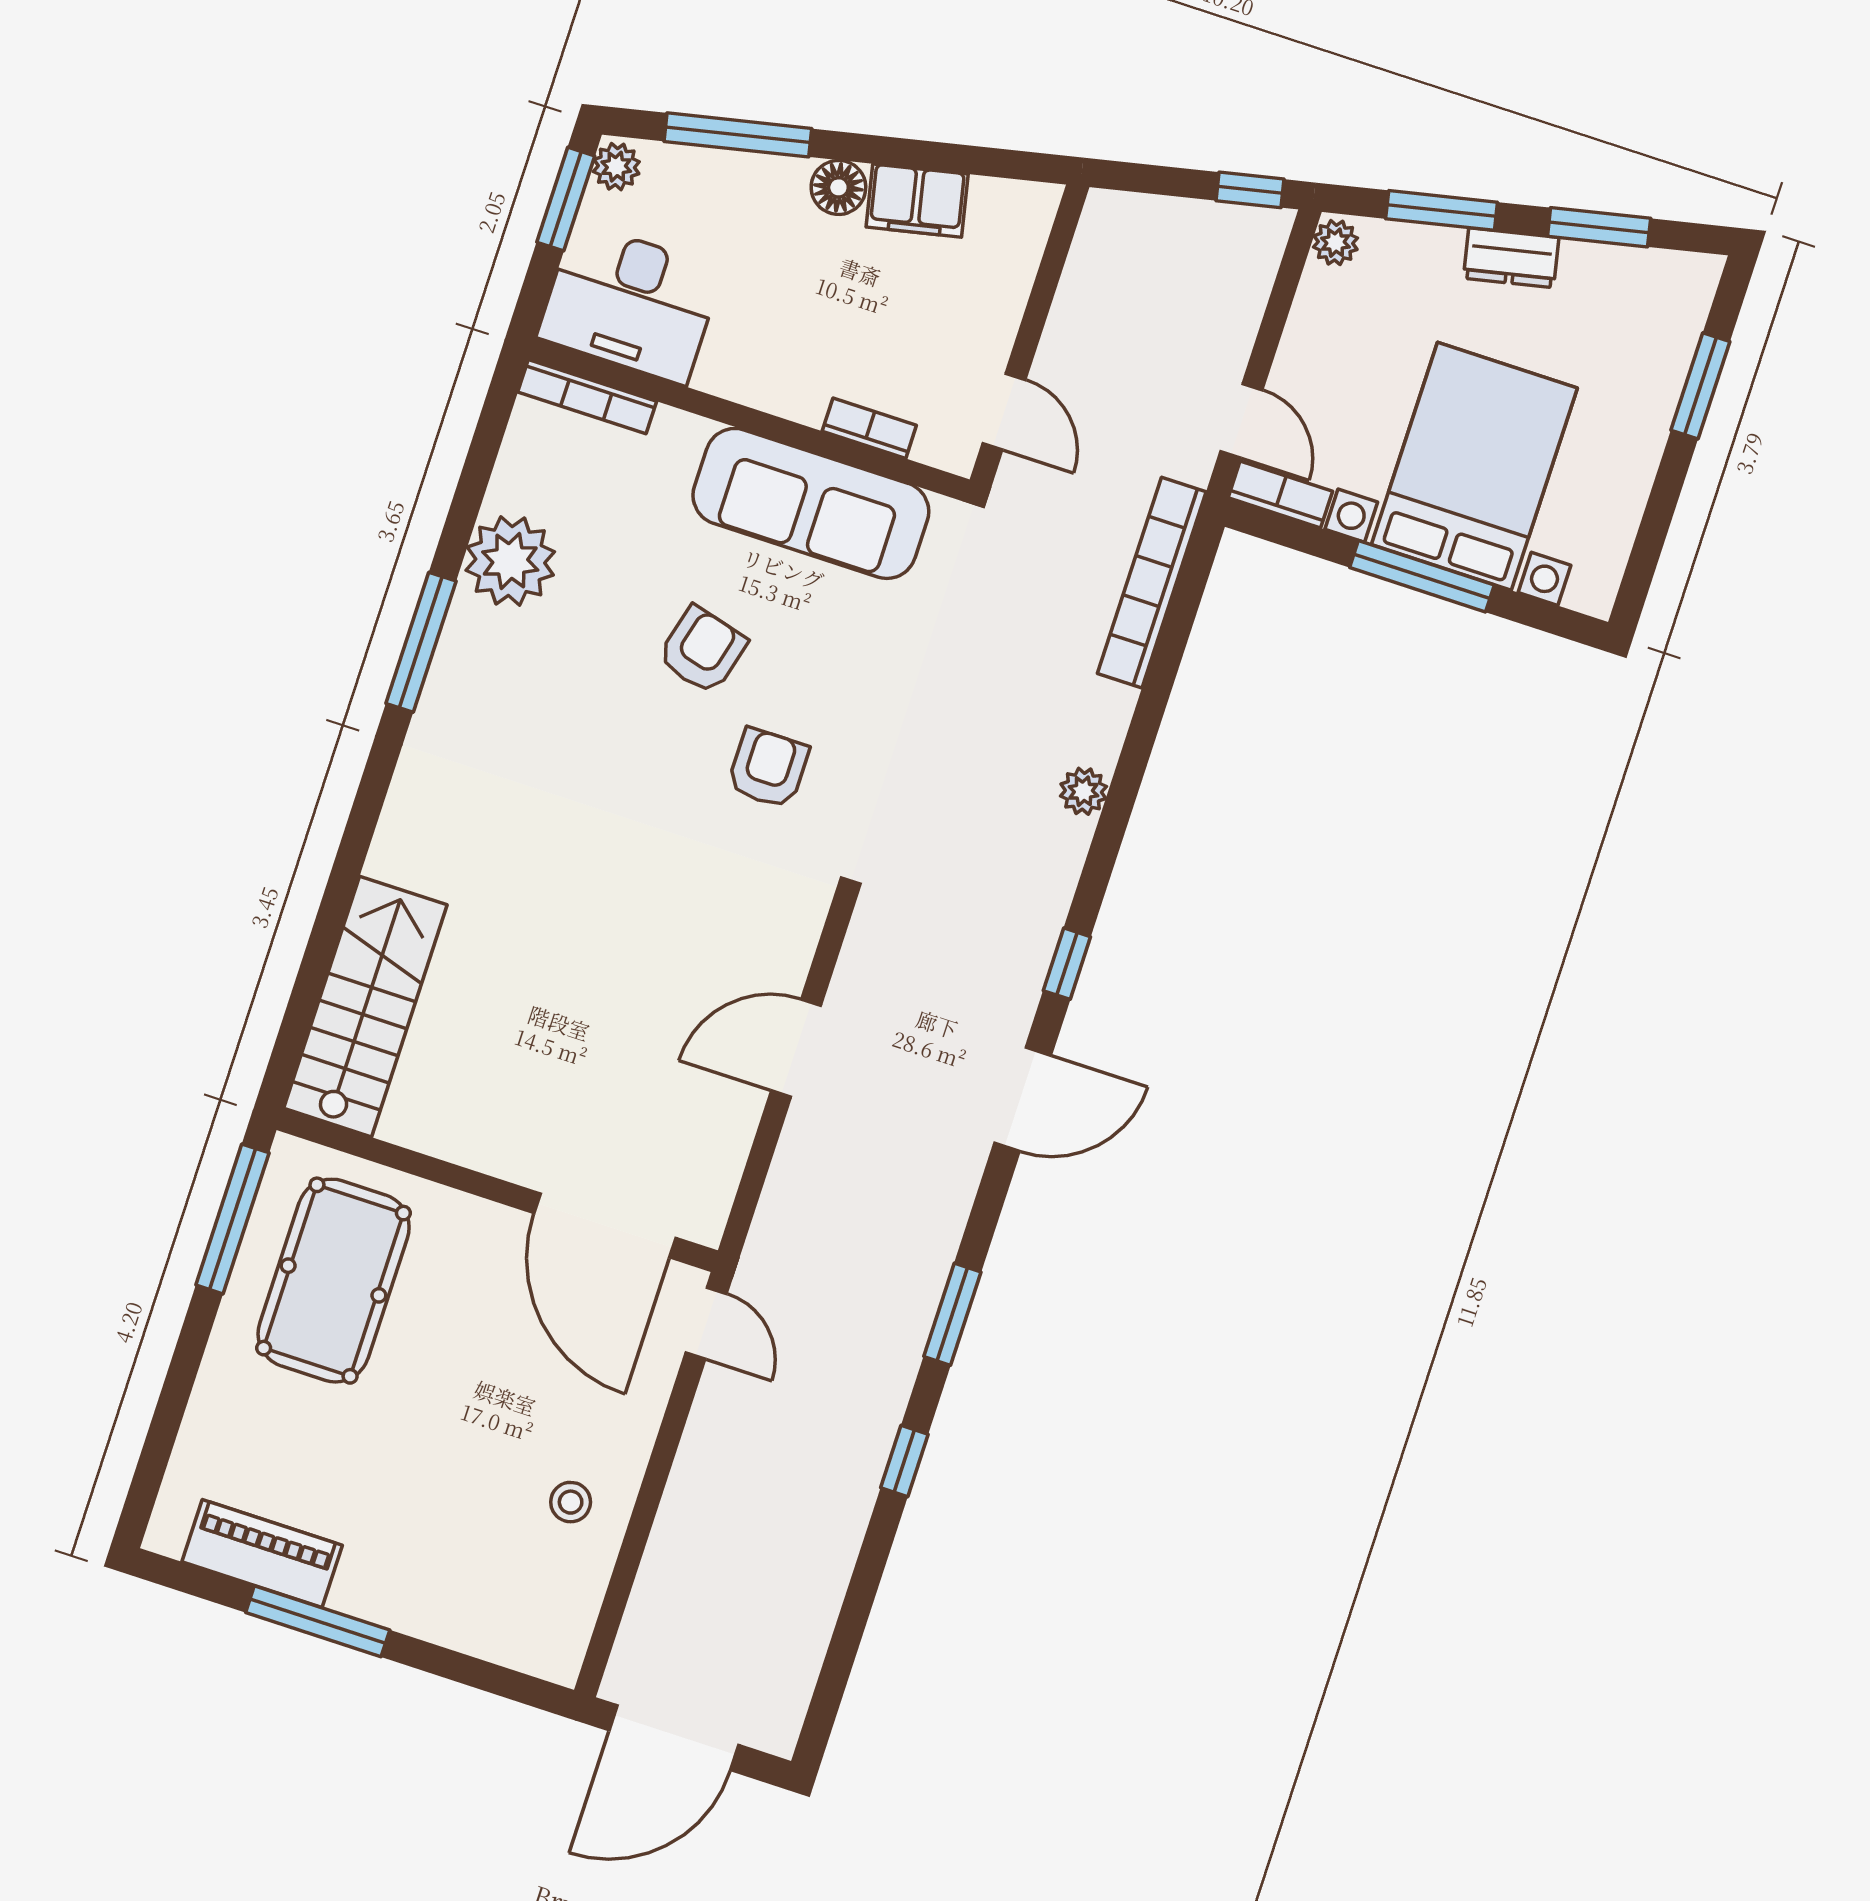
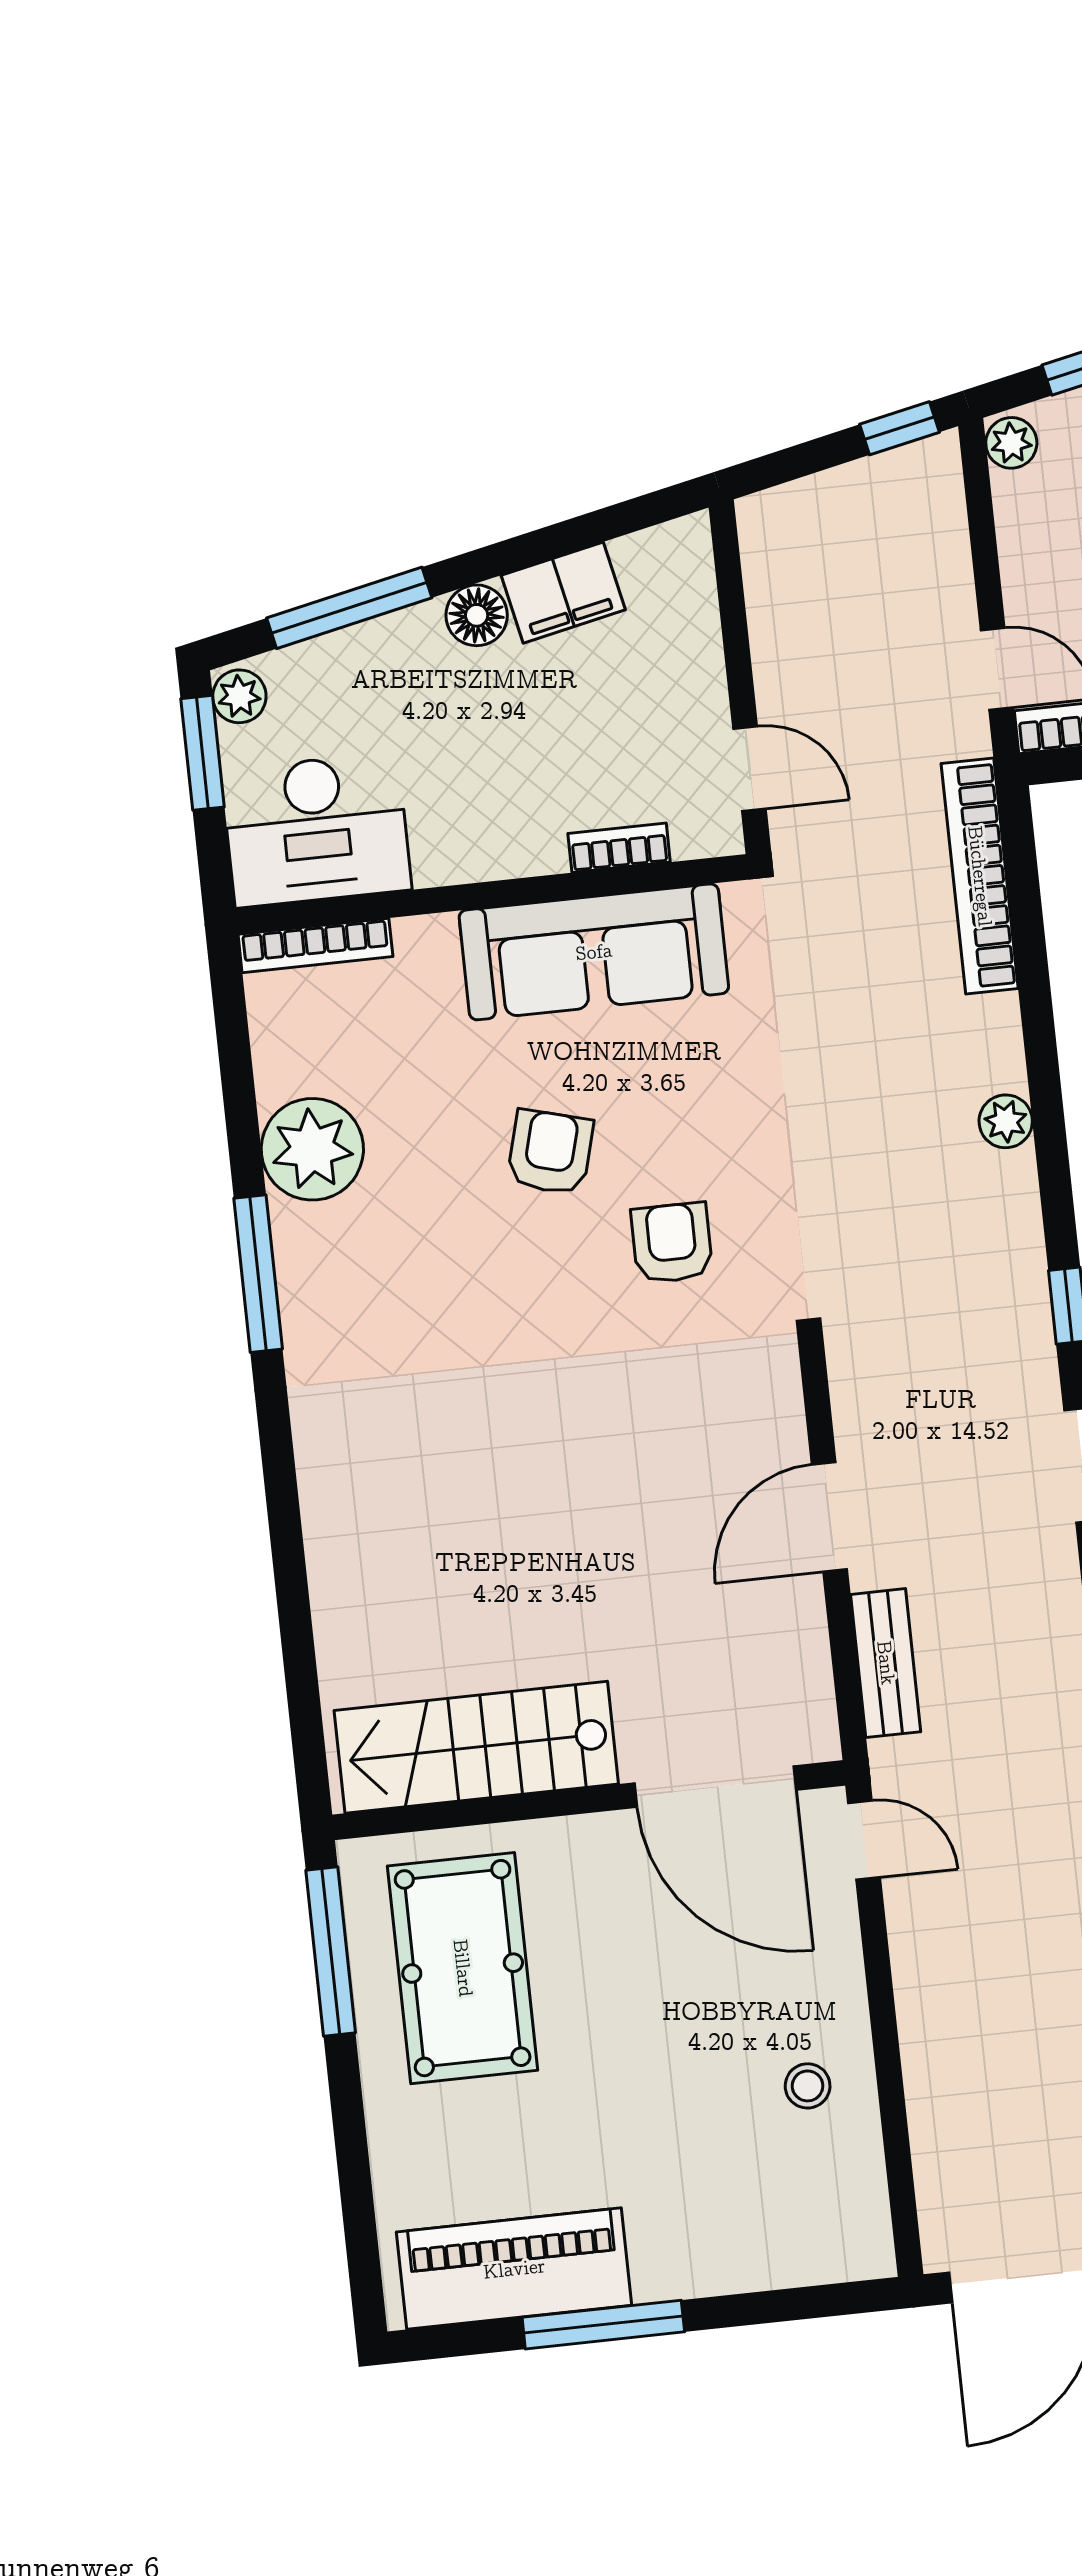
stairs: (365, 1007) -> (476, 1747), moved, turned -90
bench: (788, 1187) -> (886, 1663), added
piano: (262, 1553) -> (514, 2269), width x1.37, depth x1.33

